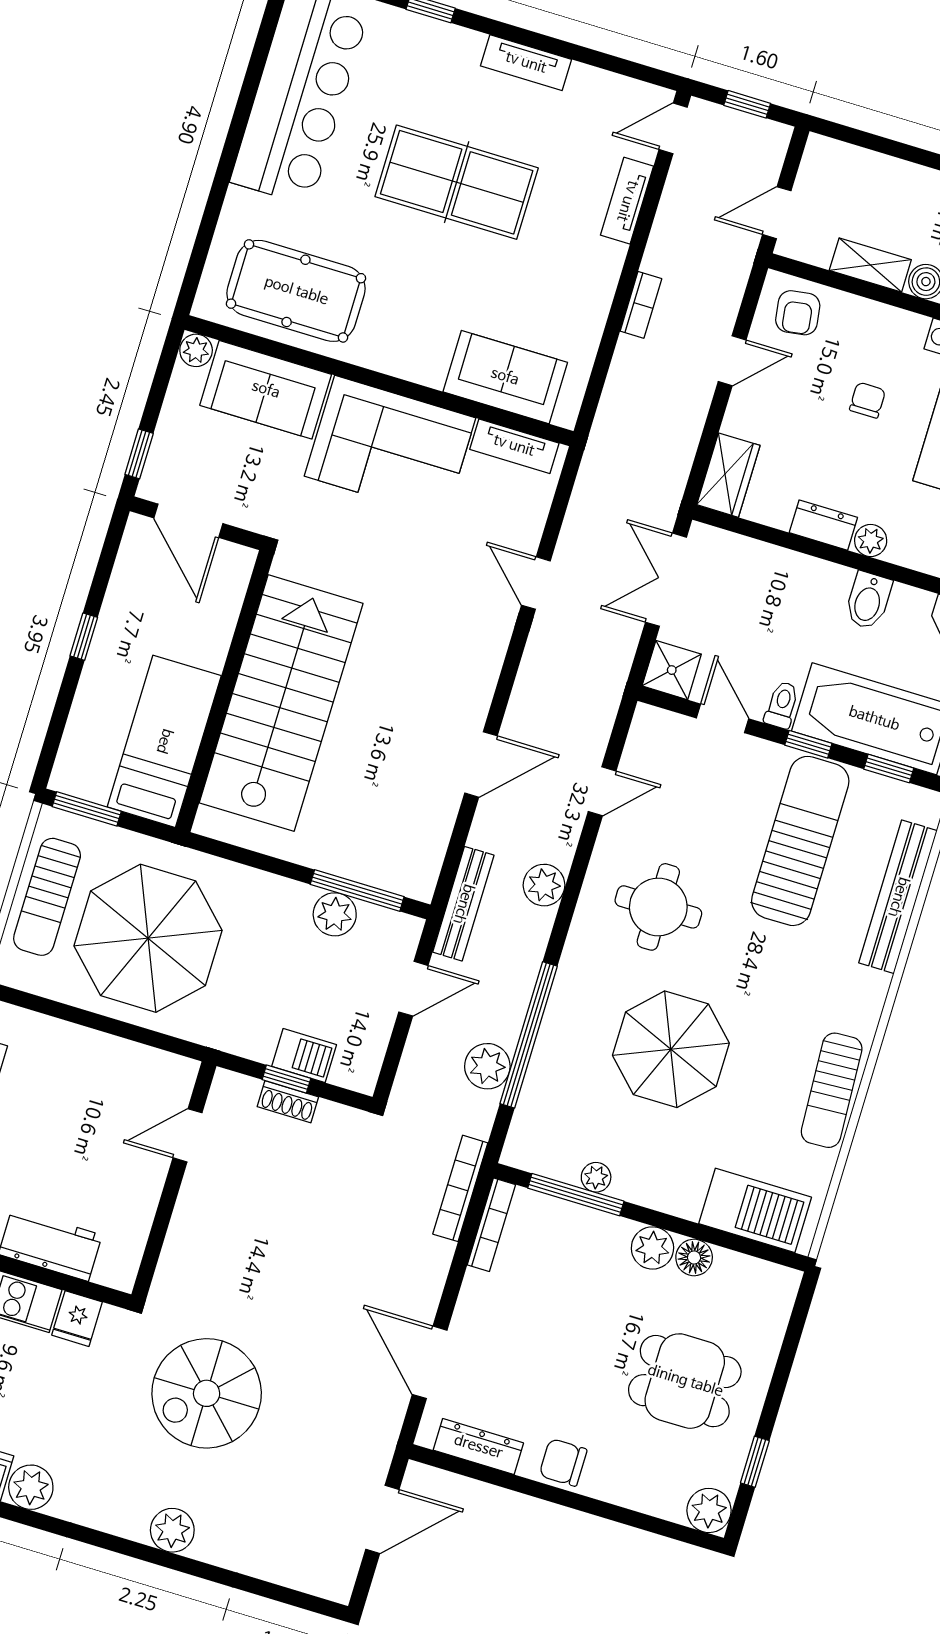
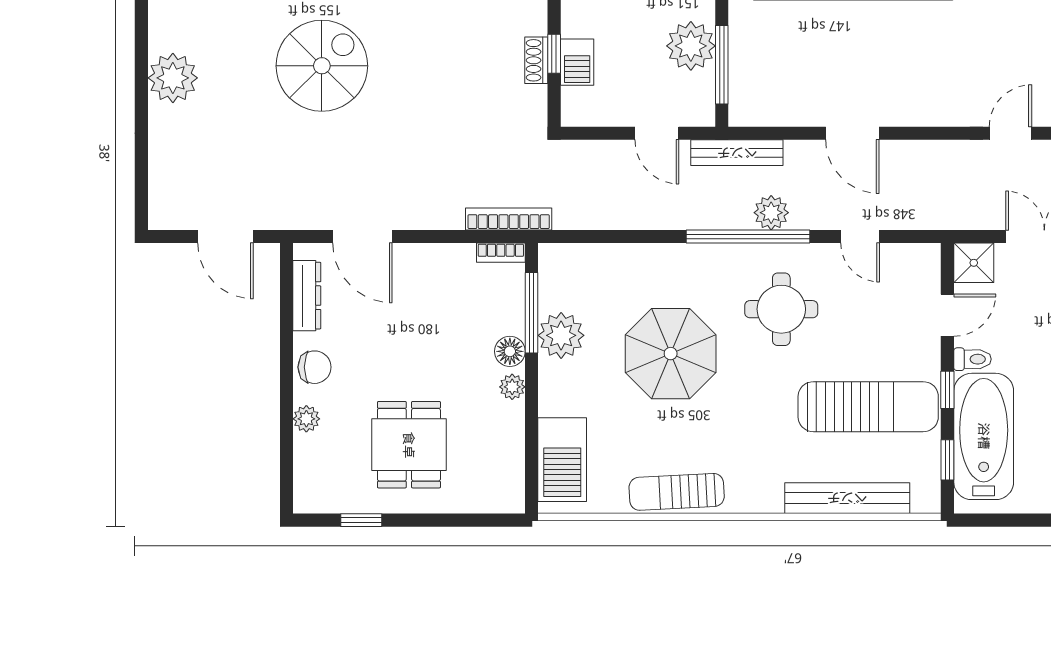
plant: (335, 914) -> (691, 46), width x1.36, depth x1.36
window: (529, 1035) -> (748, 236), moved
plant: (487, 1066) -> (613, 211), removed
plant: (596, 1177) -> (561, 335), width x1.88, depth x1.88
bookcase: (491, 1225) -> (501, 253), width x0.64
plant: (652, 1248) -> (512, 387), width x0.73, depth x0.73
floor lamp: (694, 1257) -> (510, 351), moved
door: (430, 1362) -> (362, 236), swing flipped
spiral stairs: (207, 1393) -> (322, 66), moved, turned 90
chair: (563, 1462) -> (315, 367), turned 90
plant: (709, 1510) -> (306, 419), moved, width x0.73, depth x0.73
plant: (172, 1530) -> (173, 78), width x1.36, depth x1.36

